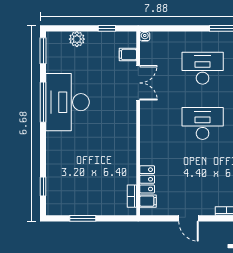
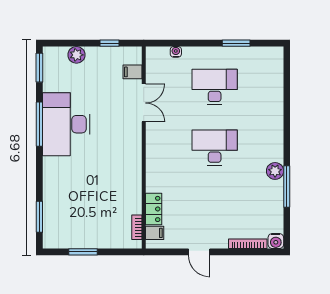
water cooler: (145, 36) -> (176, 52), moved
window: (43, 186) -> (39, 217), width x1.50

